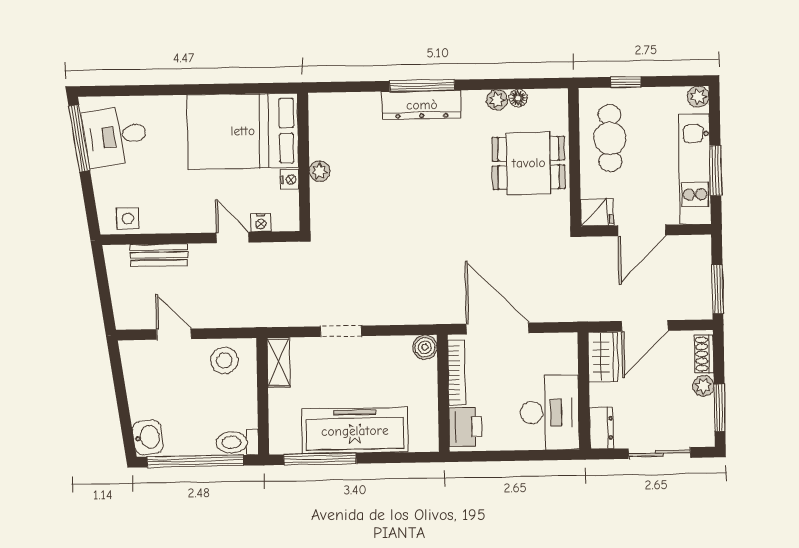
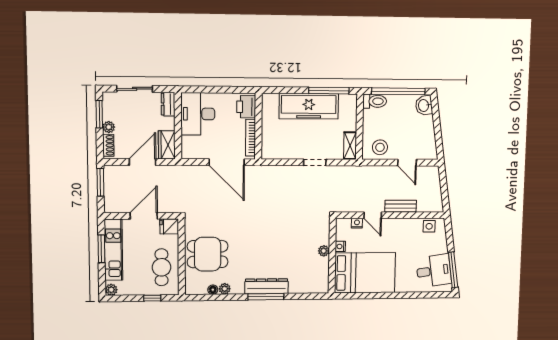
bench: (159, 255) -> (401, 206), moved
boiler: (425, 347) -> (268, 152), removed

